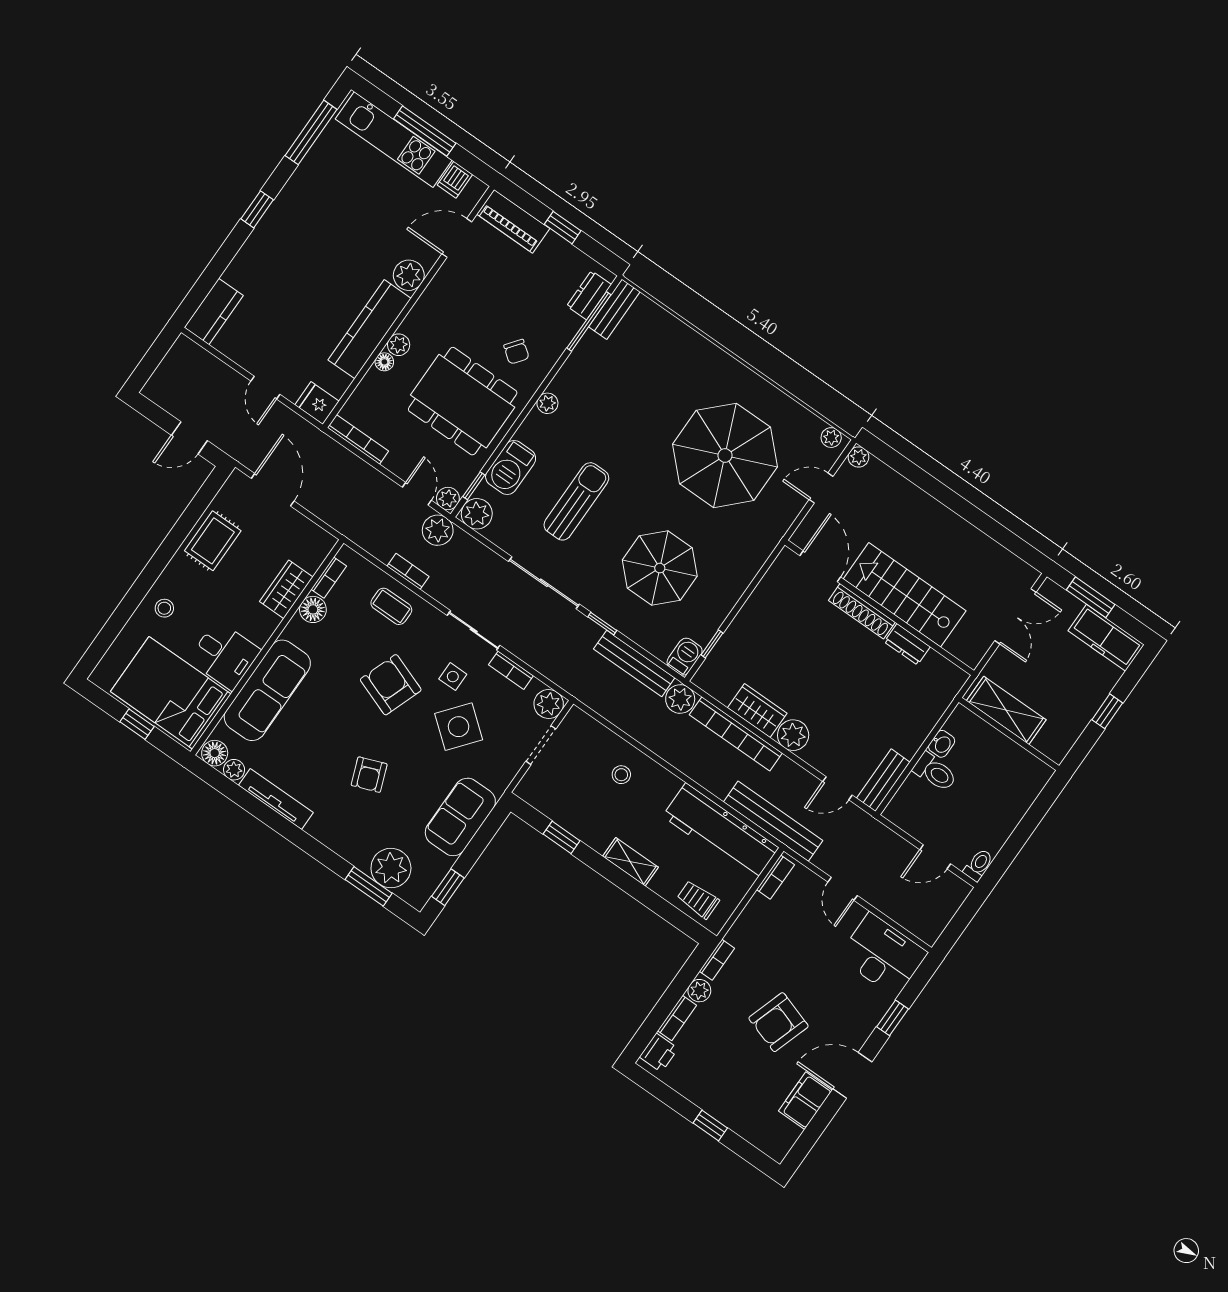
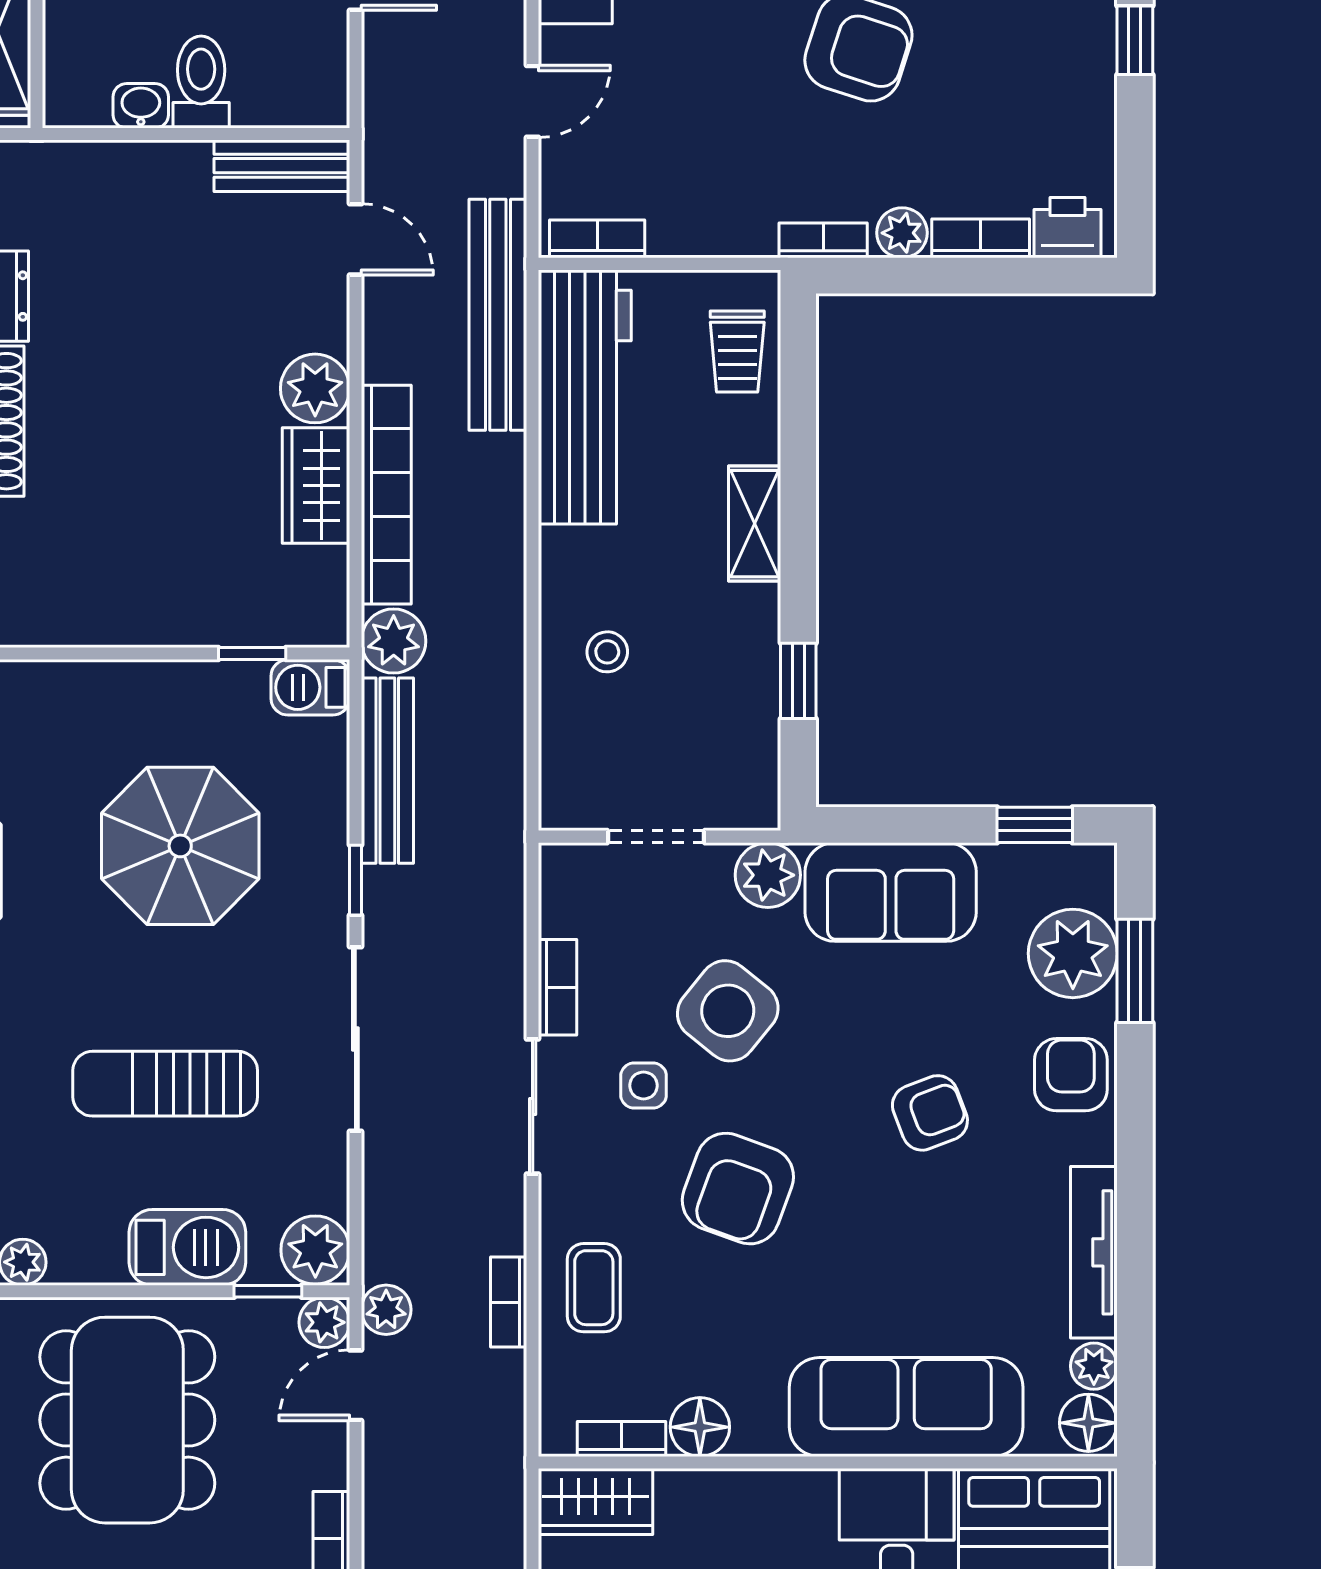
plant: (438, 530) -> (386, 1310), width x0.73, depth x0.73
wardrobe: (286, 589) -> (596, 1501), moved
plant: (549, 704) -> (768, 875), moved
armchair: (347, 836) -> (1071, 1075), added

